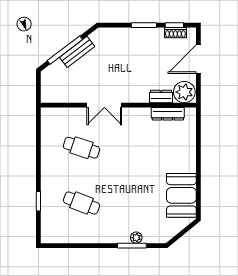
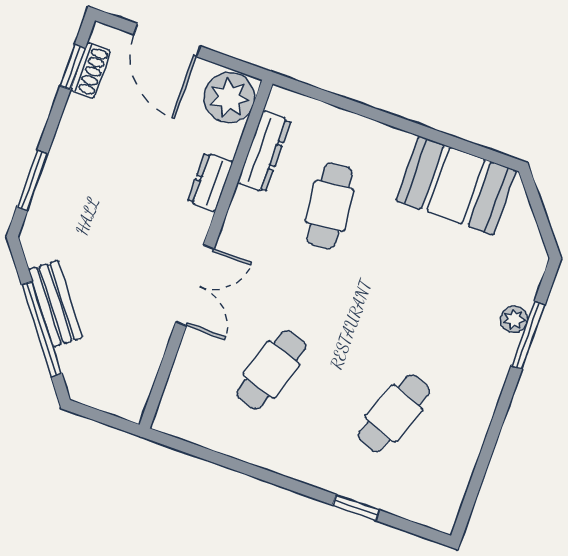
window: (144, 25) -> (32, 180), moved
dresser: (161, 96) -> (210, 182), moved
cafe table: (155, 148) -> (330, 206), added

